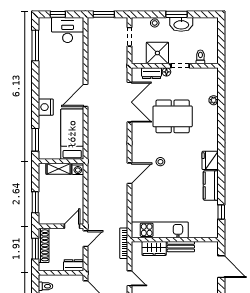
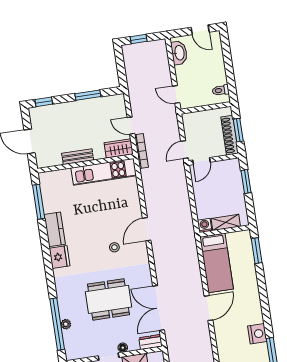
dresser: (151, 73) -> (151, 342), moved
window: (221, 101) -> (57, 324), added
nightstand: (46, 107) -> (257, 334), moved
window: (221, 212) -> (39, 202), width x2.17
wardrobe: (154, 249) -> (119, 148), moved
dresser: (74, 265) -> (193, 118), removed
door: (129, 278) -> (131, 126), moved

